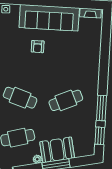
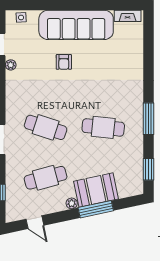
cafe table: (66, 100) -> (103, 127), turned 30
window: (101, 108) -> (149, 119), moved

